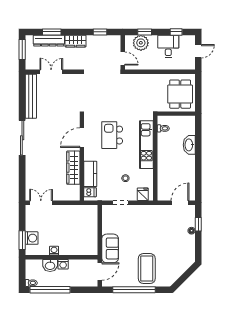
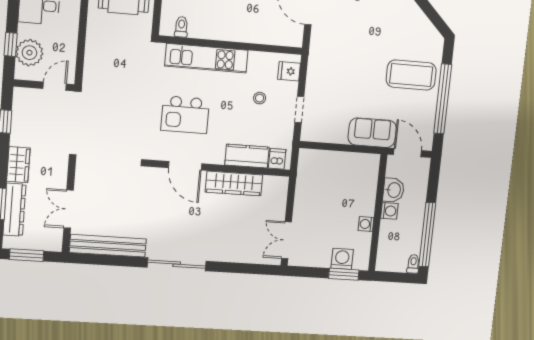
washbasin: (50, 265) -> (394, 190), moved

